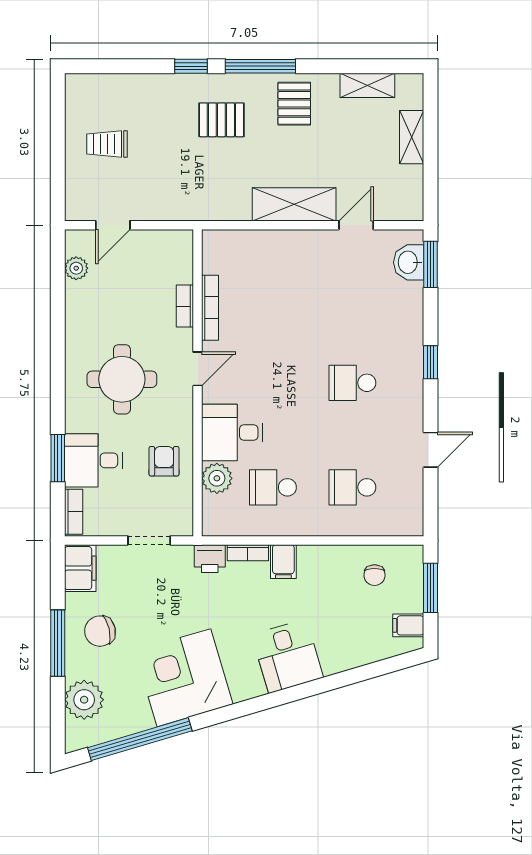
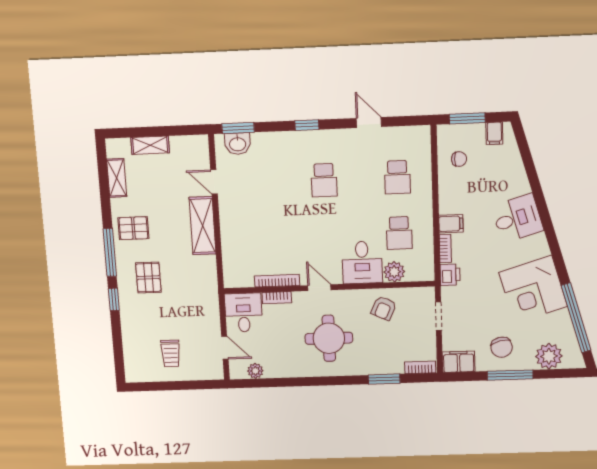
desk: (93, 460) -> (244, 313), moved, turned 180
armchair: (164, 461) -> (384, 308), turned -65

